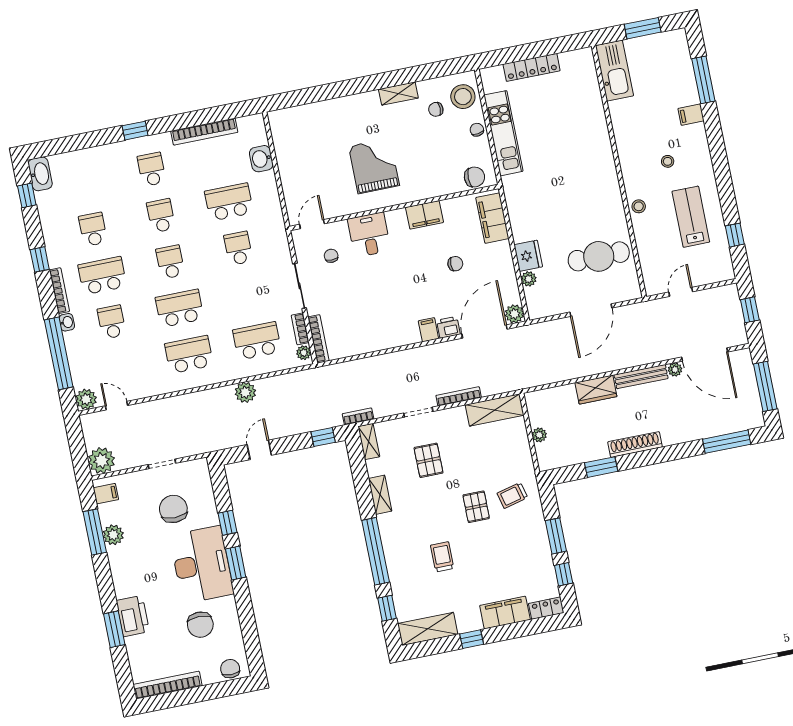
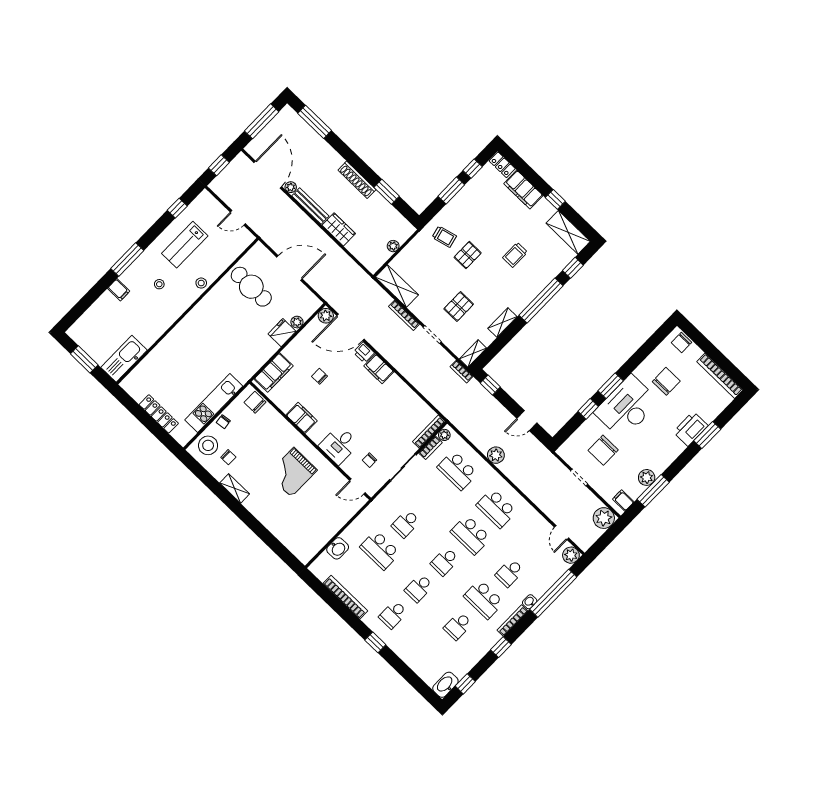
window: (703, 80) -> (127, 259), moved
filing cabinet: (428, 330) -> (379, 369), width x2.00

